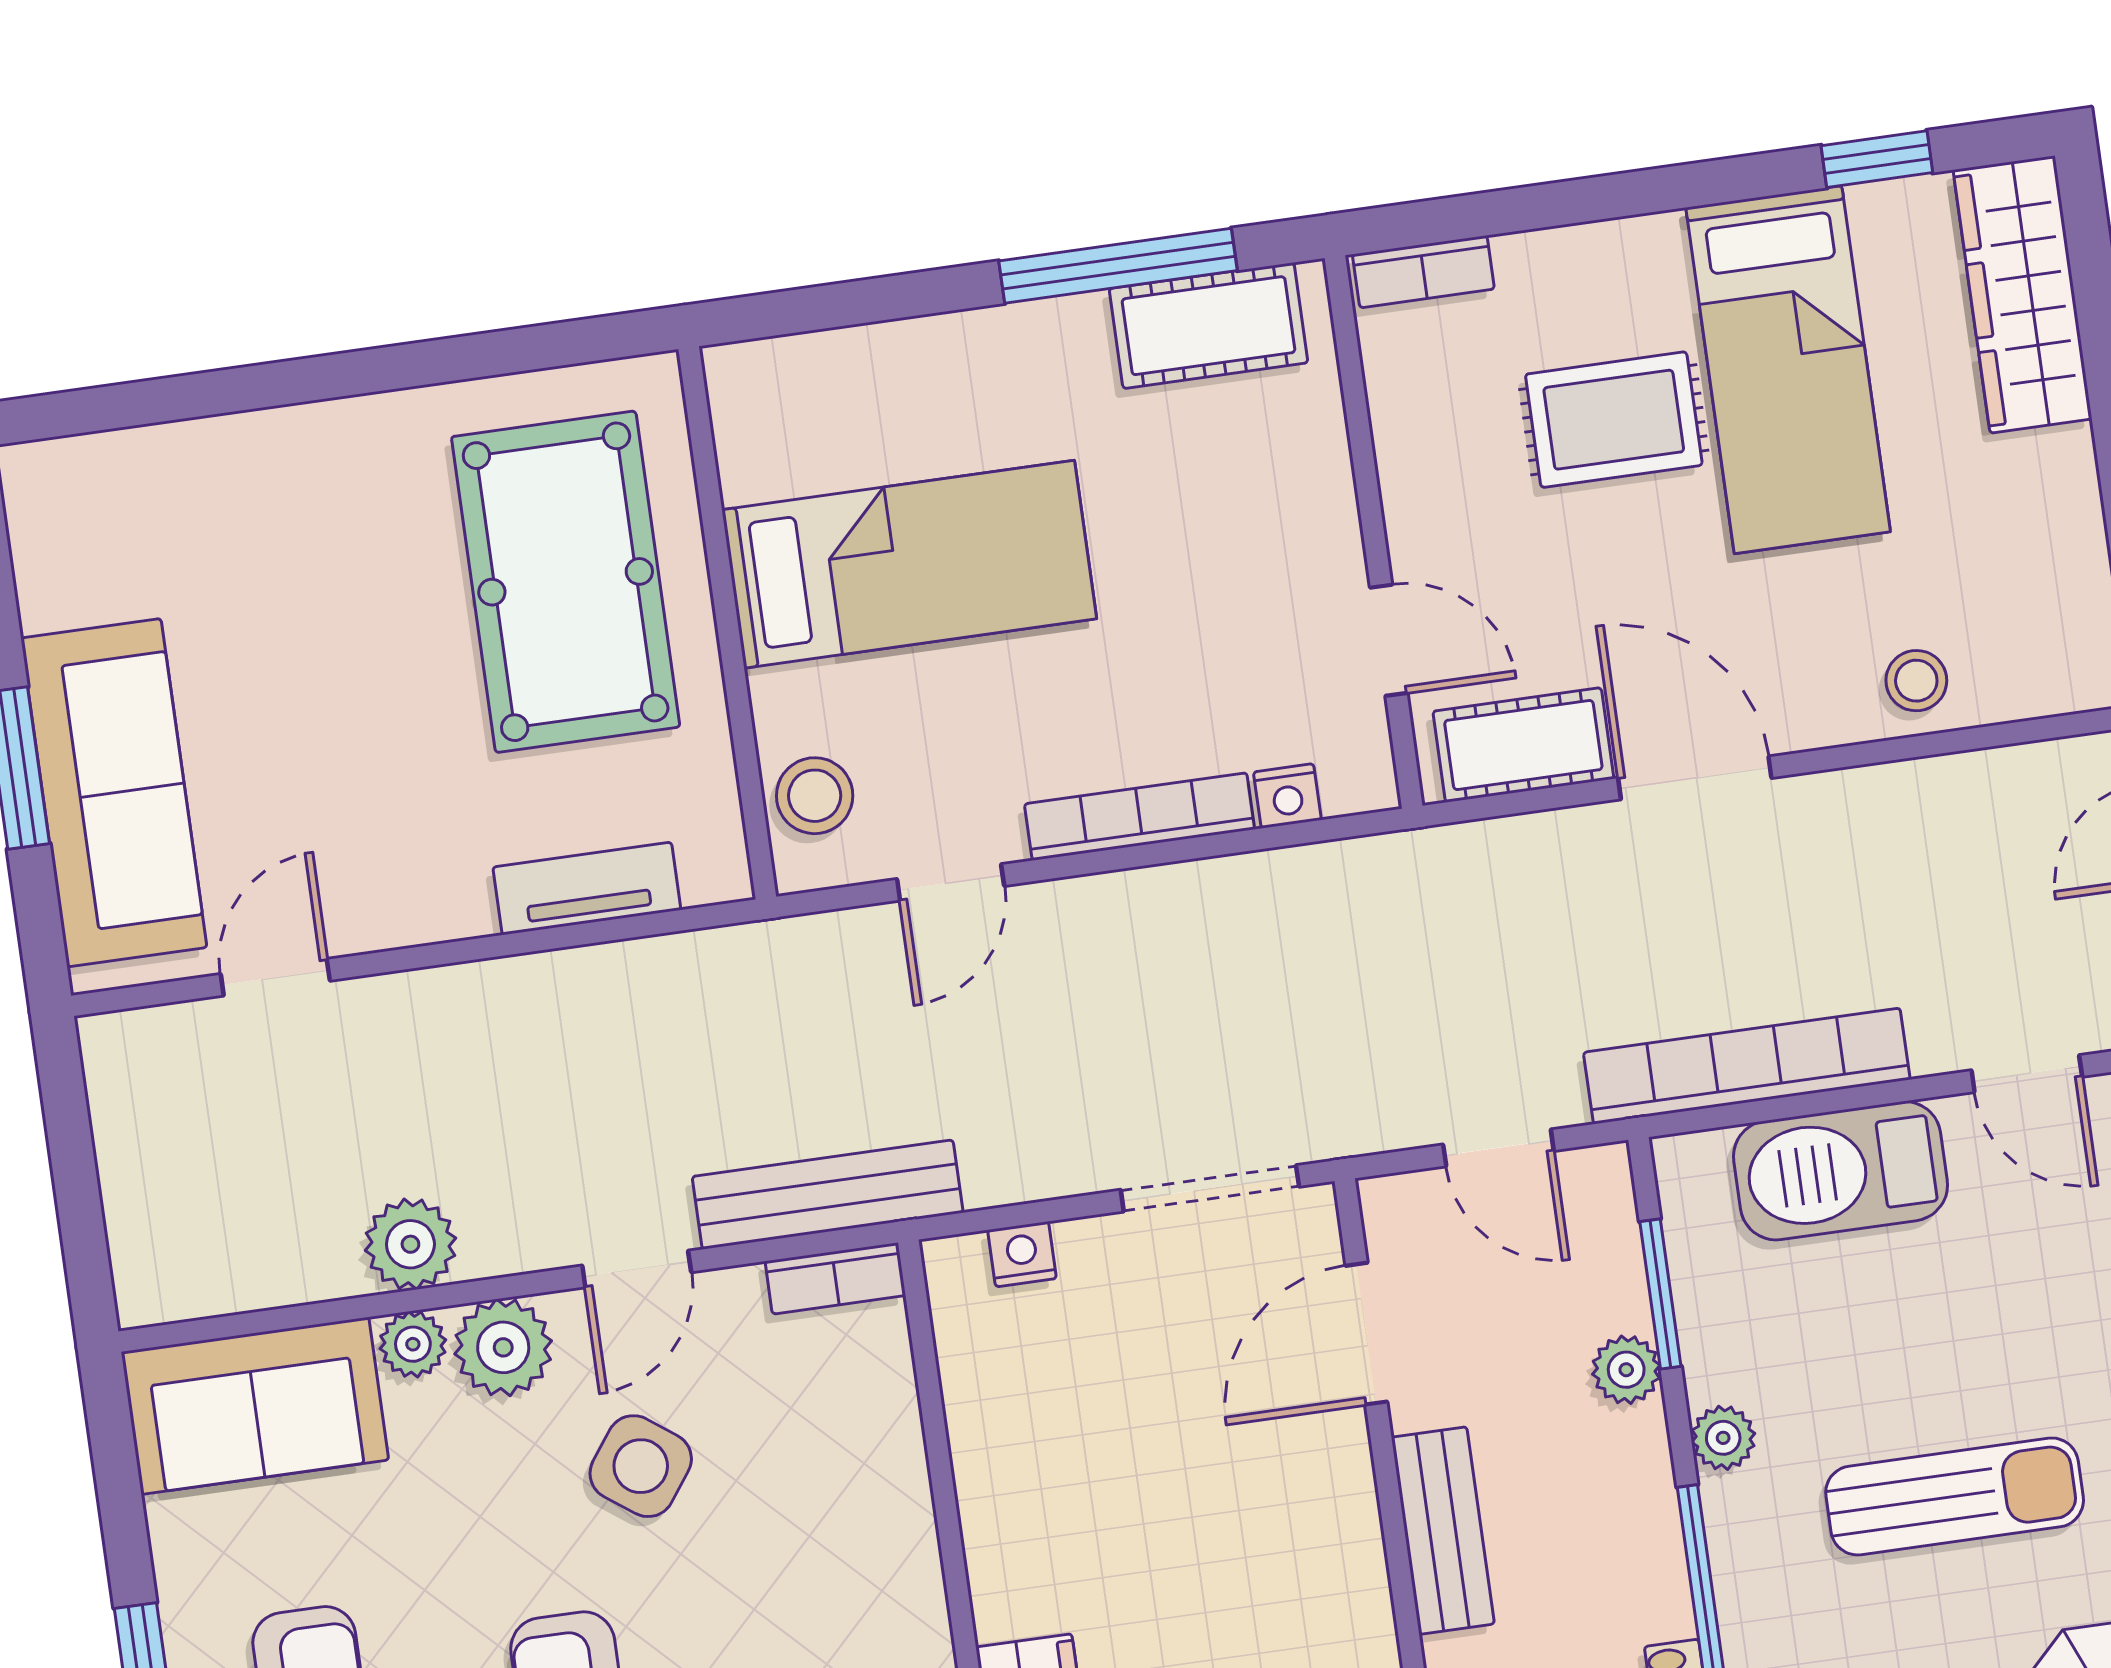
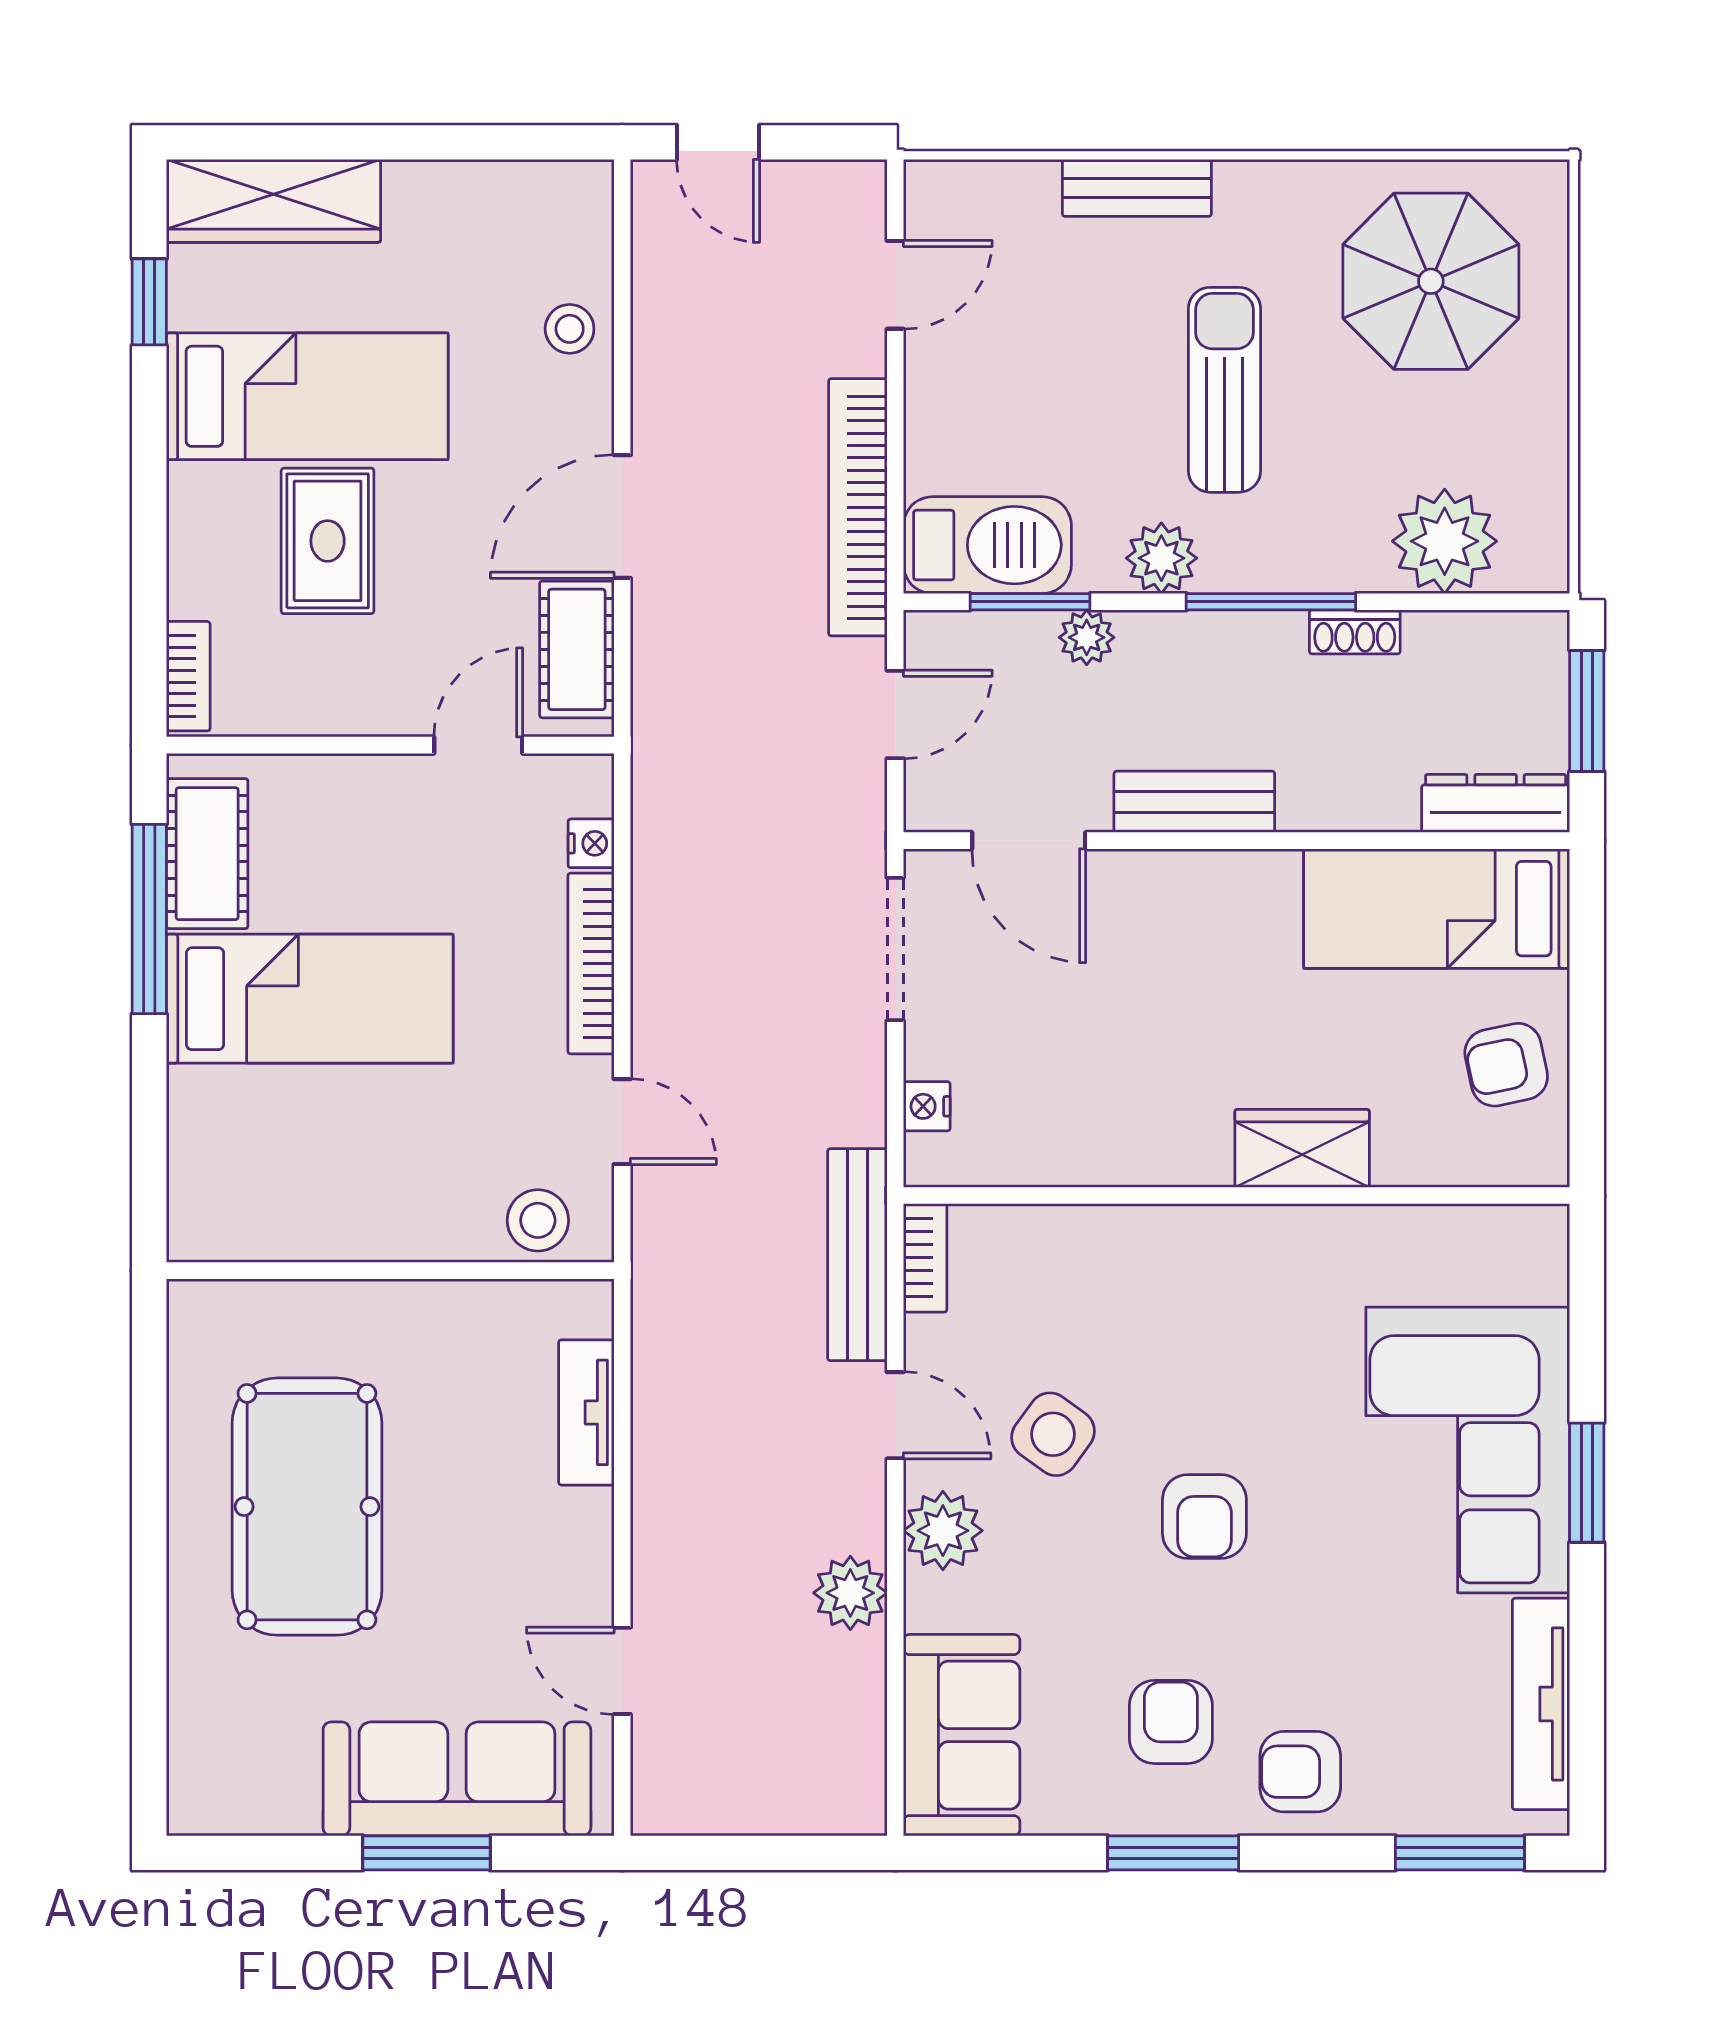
bed: (909, 564) -> (310, 999), moved, turned 90
pool table: (566, 582) -> (307, 1507), moved, turned 90
barbecue: (1841, 1171) -> (987, 545), moved, turned -90
plant: (413, 1344) -> (930, 1602), removed
plant: (1723, 1438) -> (1161, 558), width x1.38, depth x1.38

